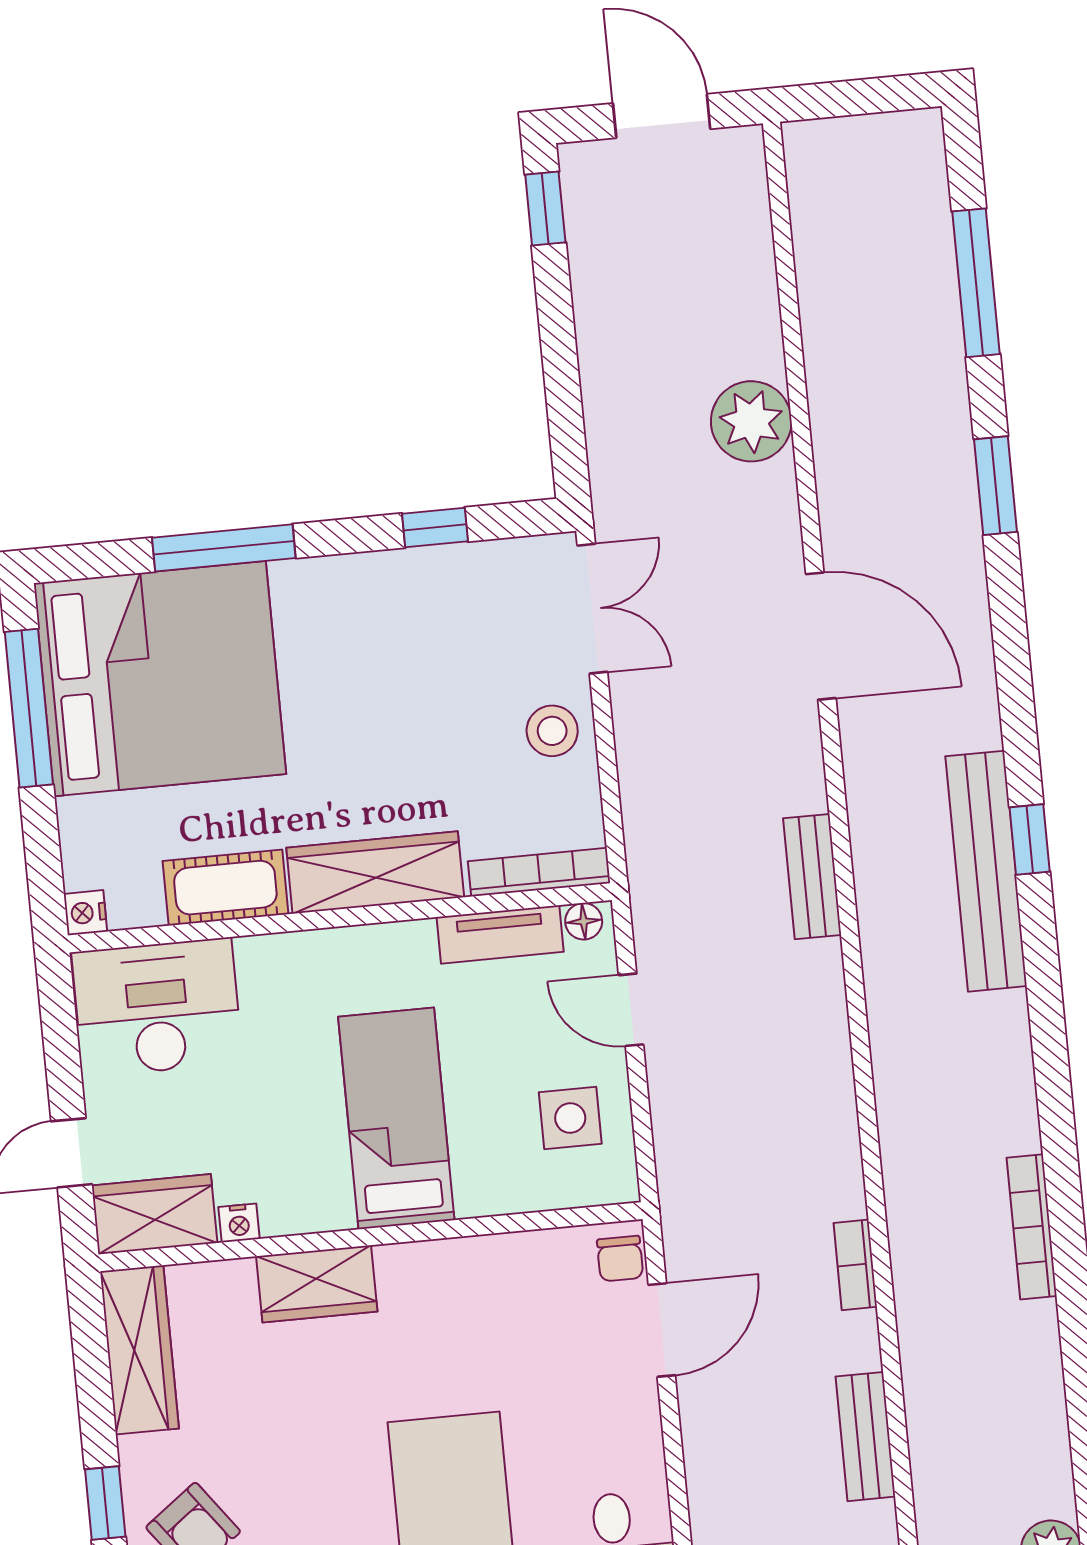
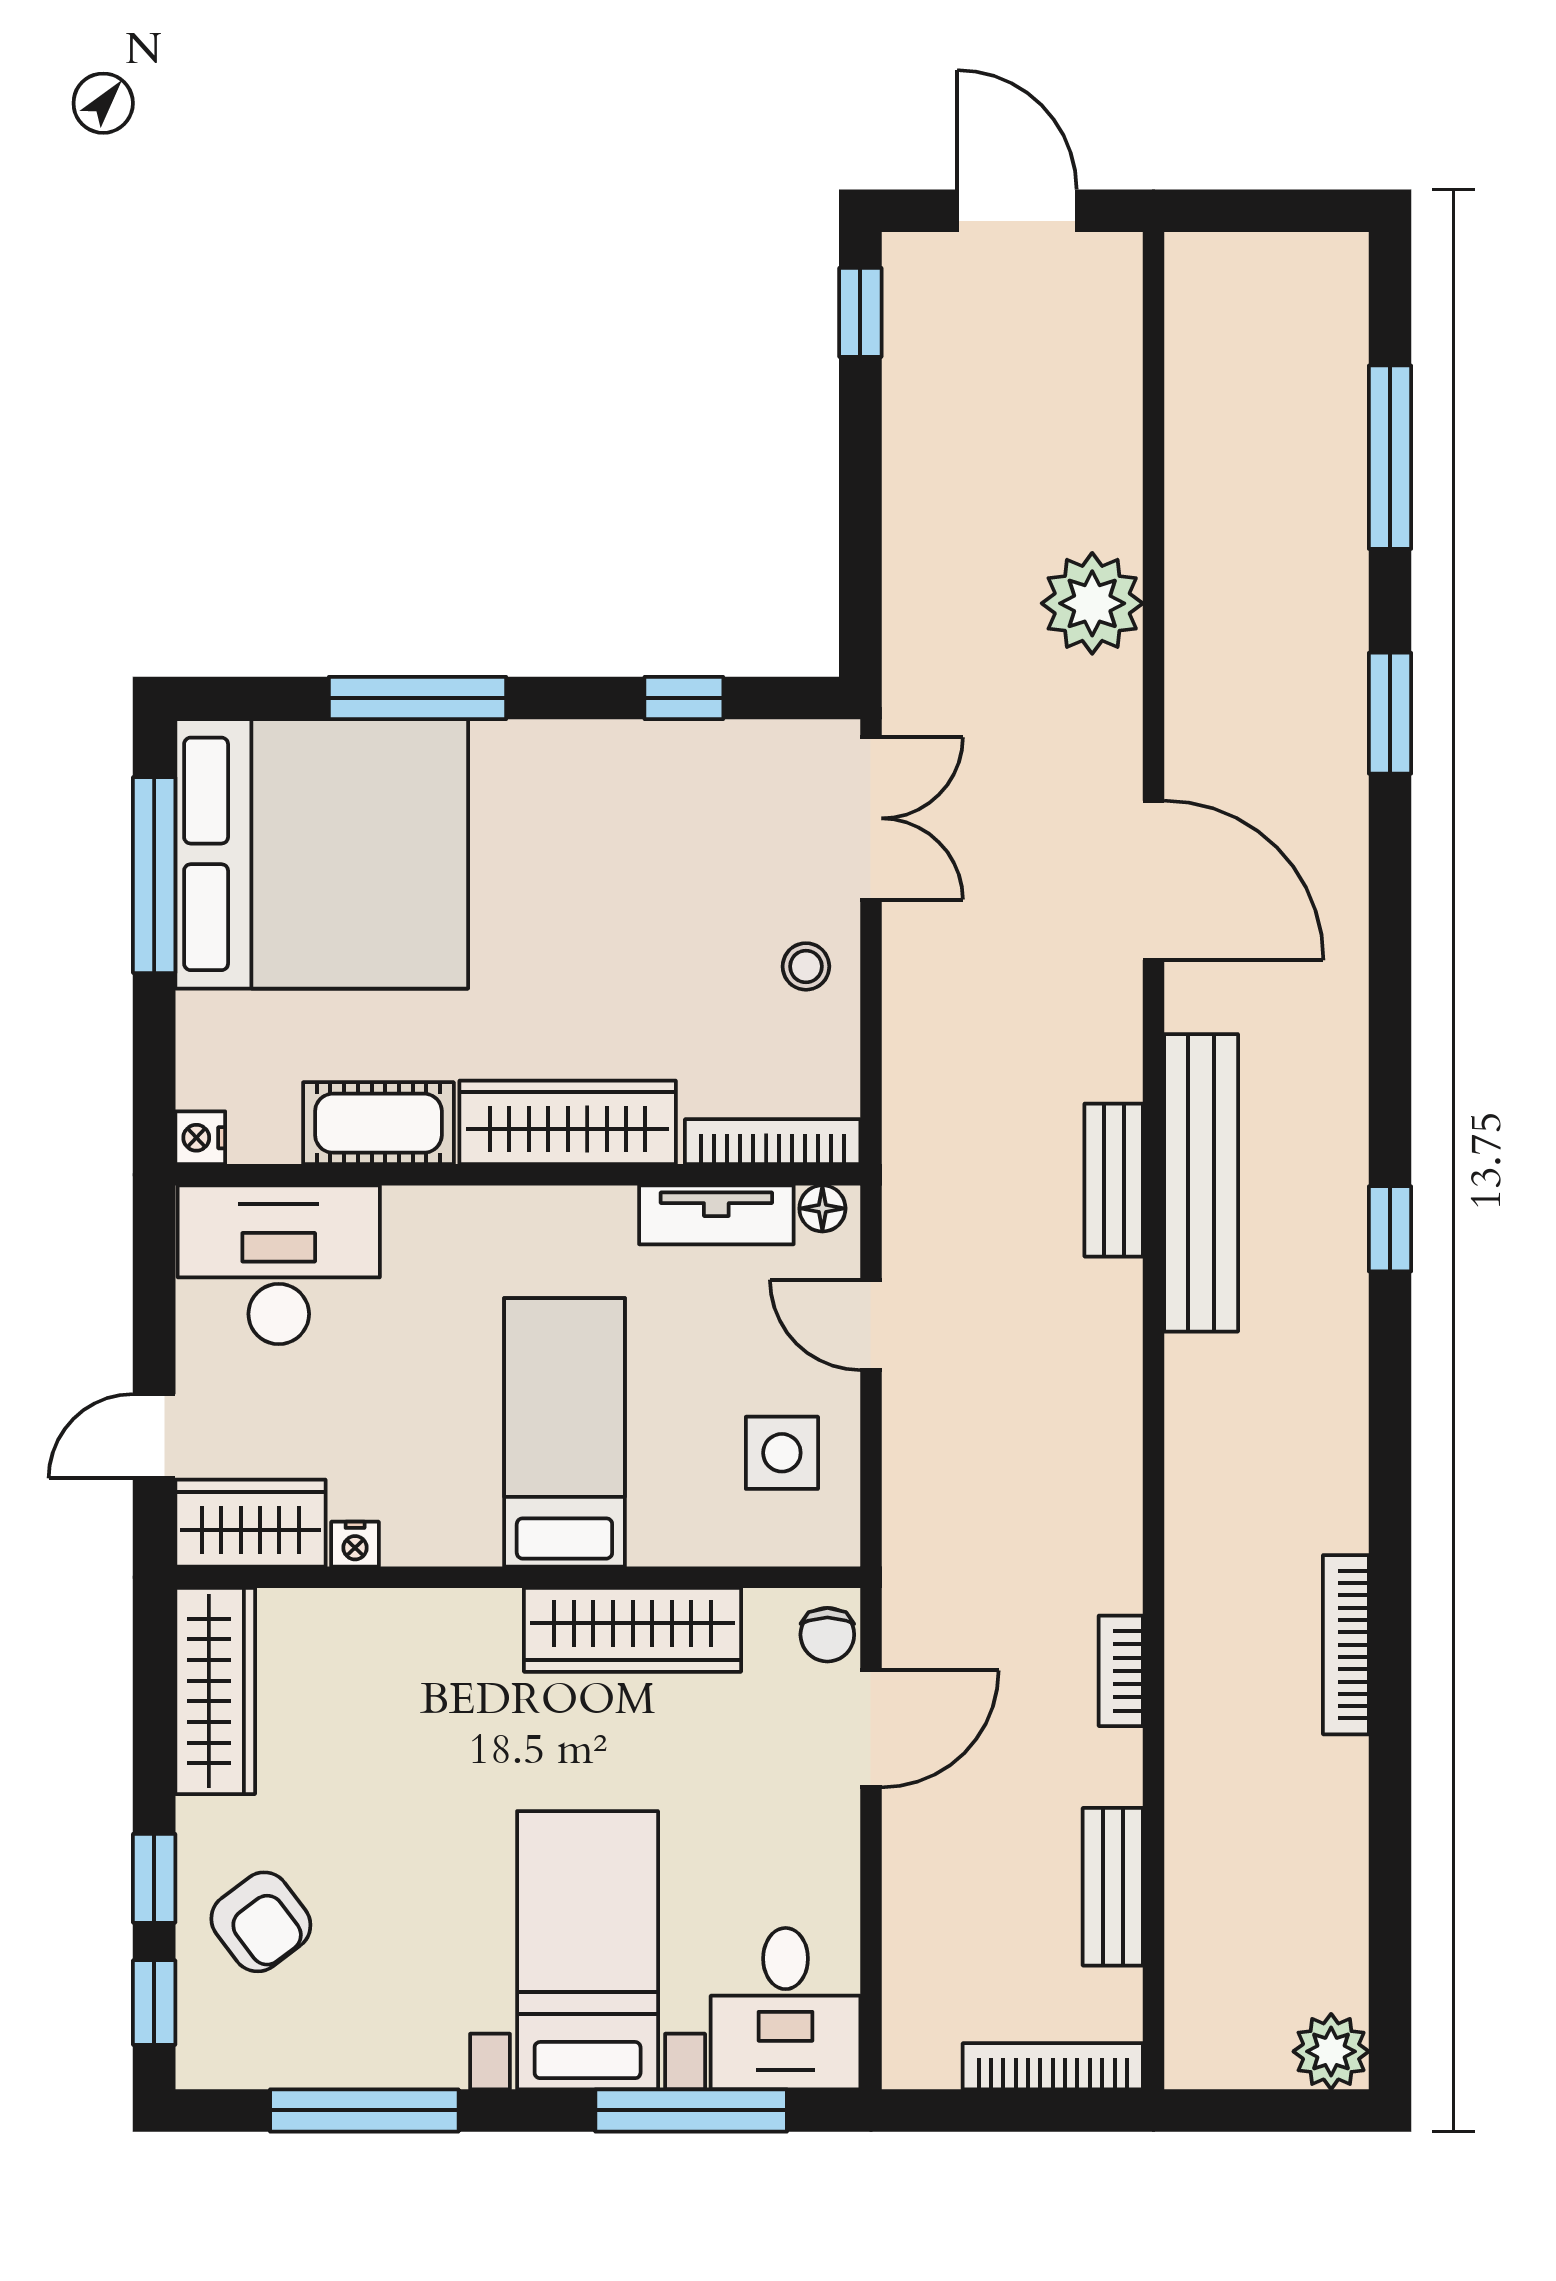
stool: (552, 731) -> (806, 966), width x0.73, depth x0.73
window: (1030, 839) -> (1390, 1229), moved
bench: (986, 871) -> (1201, 1183), moved
wardrobe: (317, 1284) -> (633, 1630), moved, width x1.50

